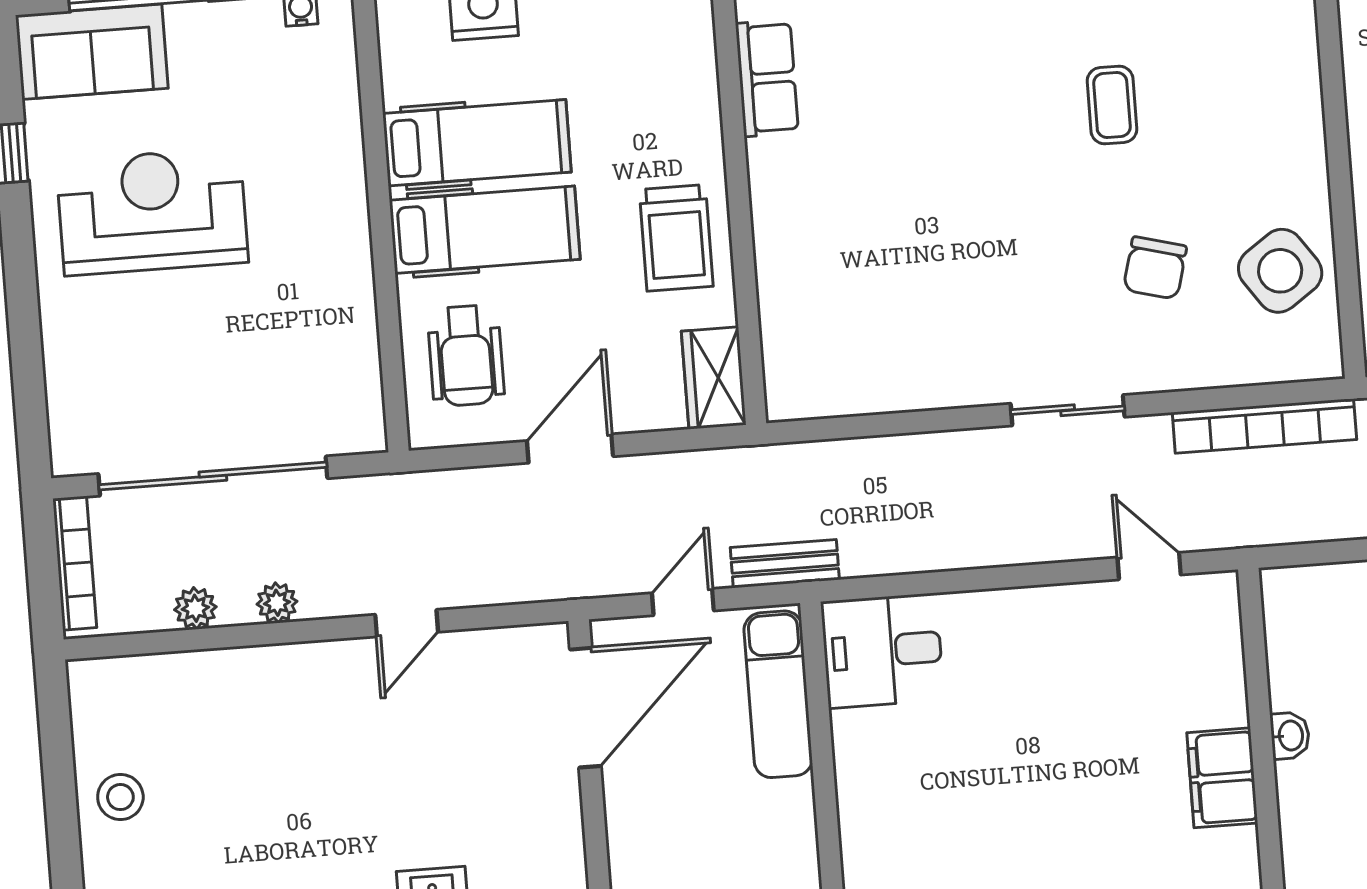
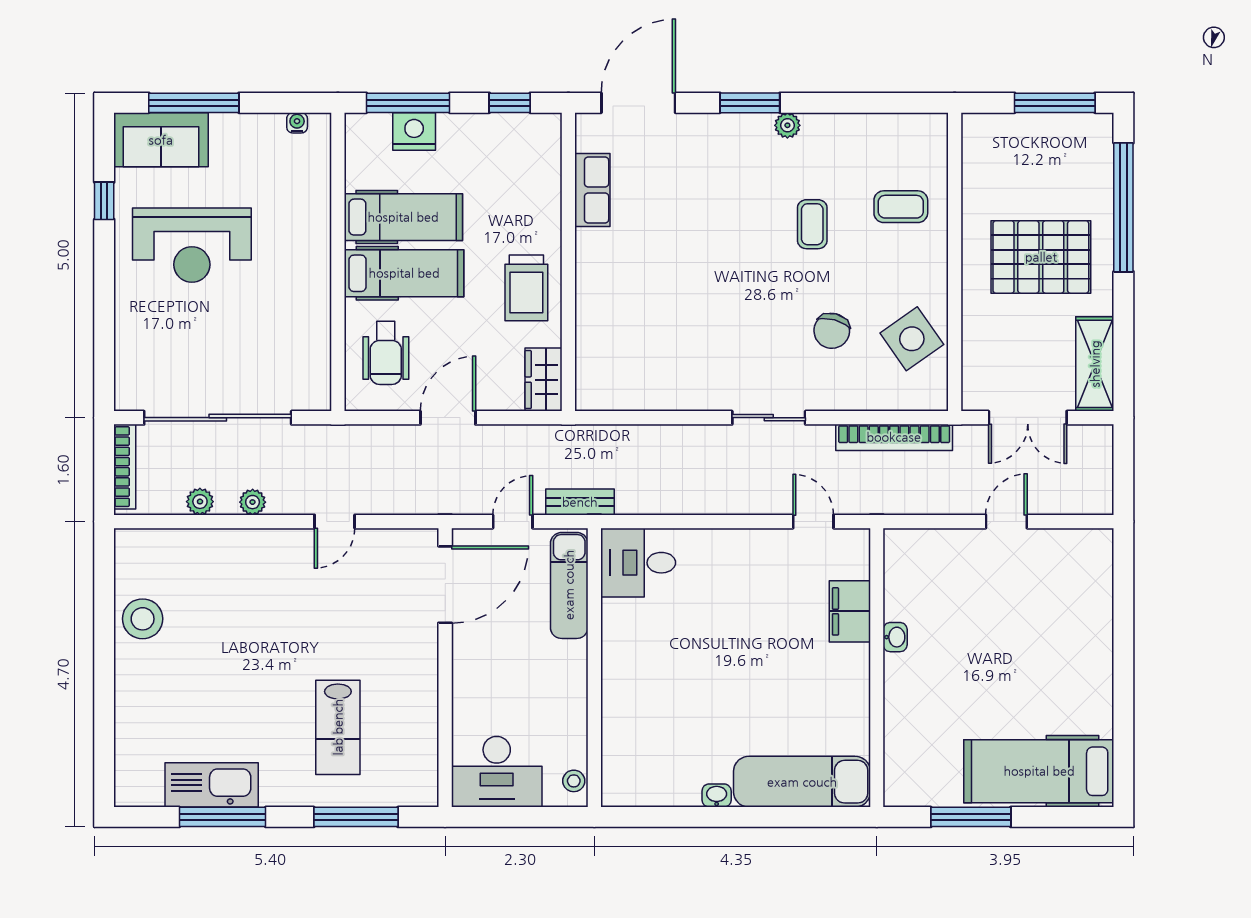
coffee table: (1247, 67) -> (901, 207), added
reception desk: (152, 211) -> (192, 245), turned 180
filing cabinet: (1222, 778) -> (850, 611), moved
stool: (120, 797) -> (143, 619), width x1.38, depth x1.38

